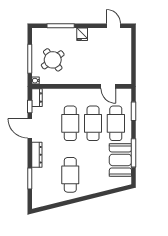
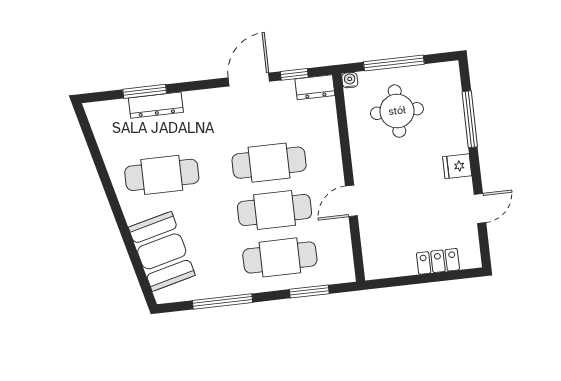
door: (114, 26) -> (480, 208), moved
locker: (126, 49) -> (438, 261), added
round table: (53, 60) -> (397, 111), turned 36
door: (108, 86) -> (351, 201), moved
dresser: (37, 155) -> (156, 105), moved
booth: (120, 160) -> (162, 251), moved, turned 76

